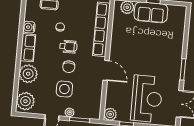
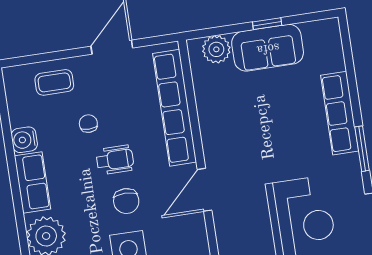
row of seats: (177, 50) -> (340, 113), added
door: (106, 70) -> (205, 190), swing flipped

